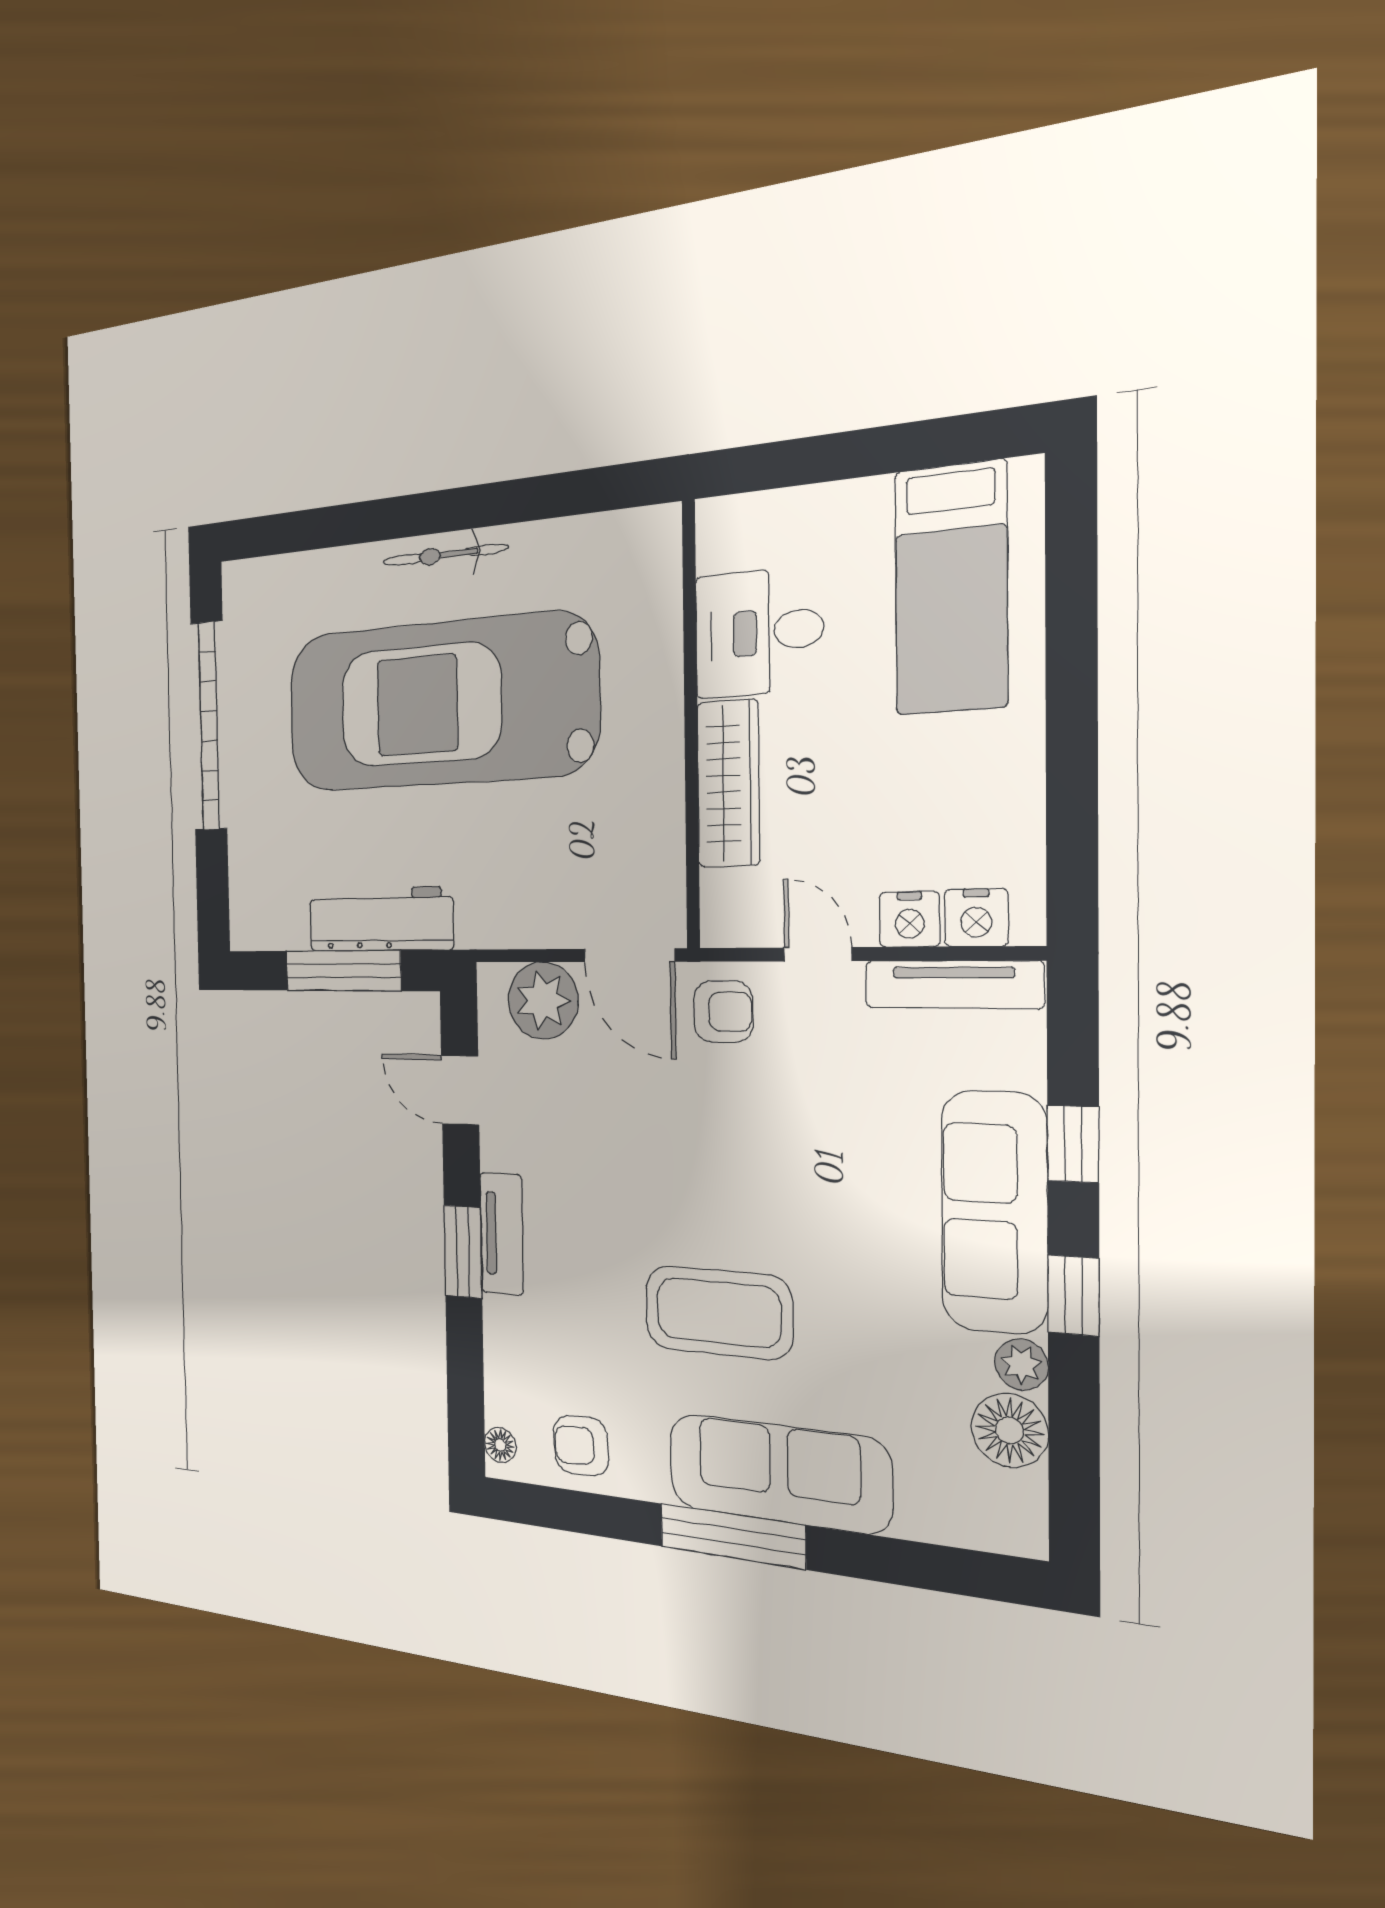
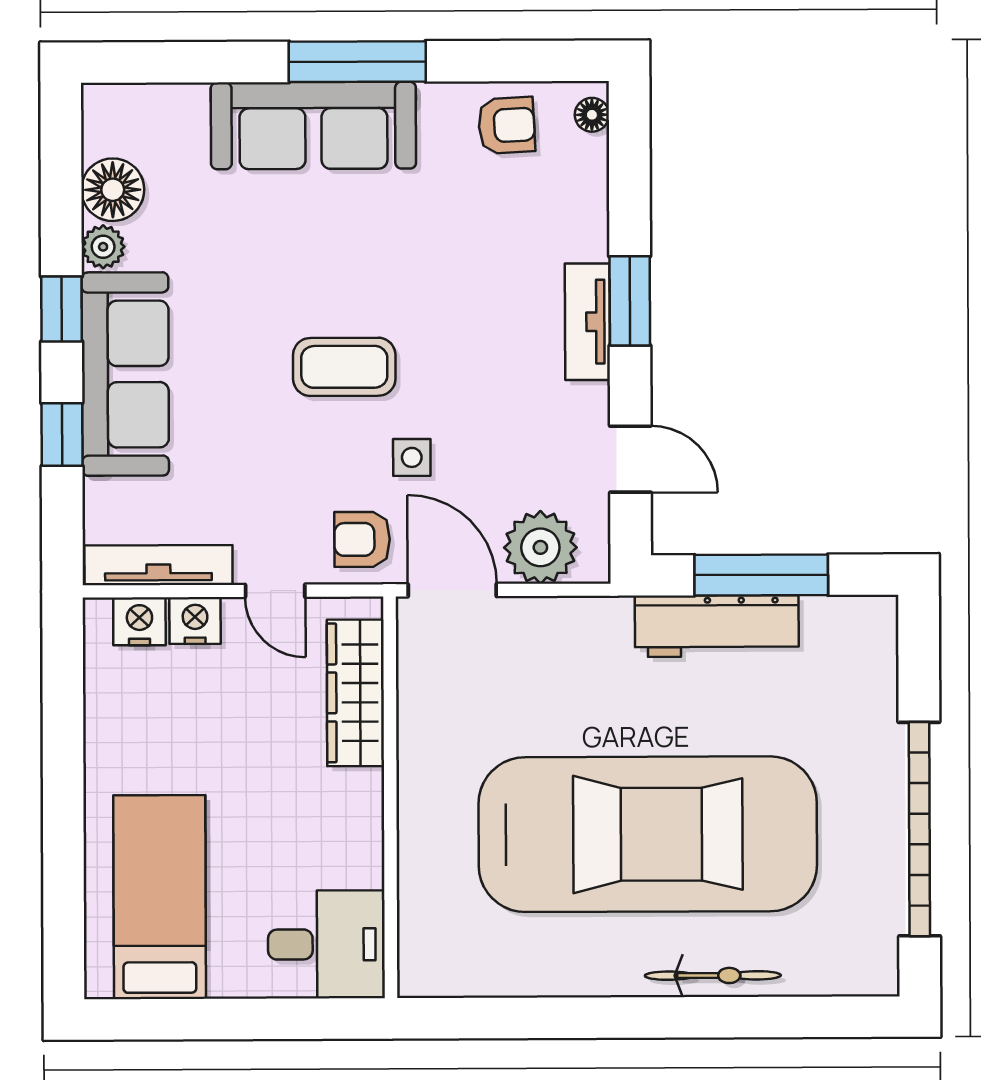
bicycle: (445, 555) -> (713, 975), moved
desk: (759, 632) -> (326, 944), moved
wardrobe: (728, 784) -> (355, 693), moved
side table: (672, 1100) -> (412, 457), added
coffee table: (718, 1312) -> (344, 367), moved, width x0.73, depth x0.76

